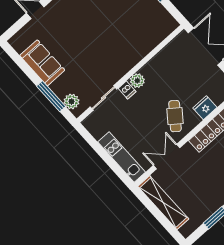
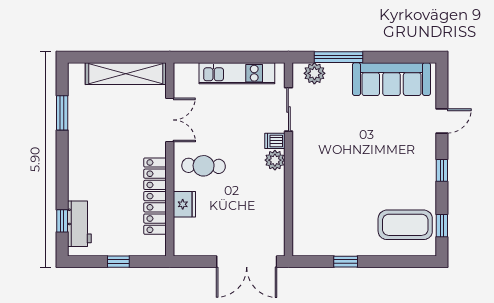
sofa: (42, 63) -> (391, 79), width x1.36
cafe table: (175, 116) -> (204, 166), turned -36
kitchen unit: (122, 157) -> (237, 73), moved

